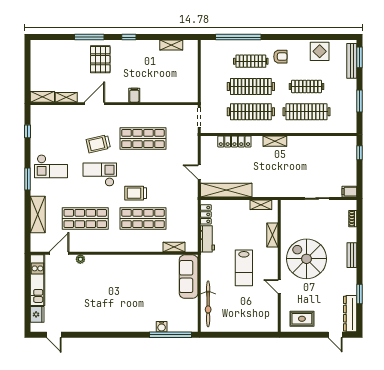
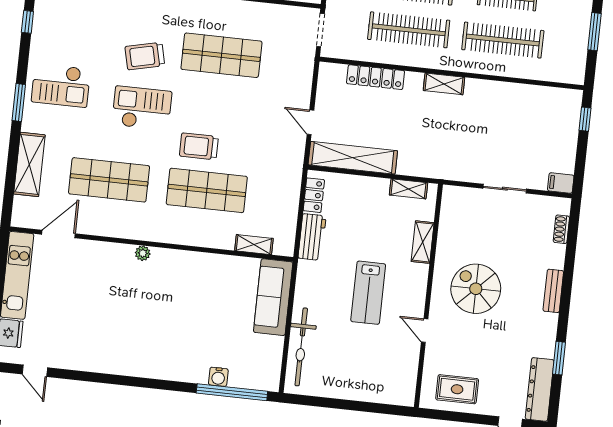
plant: (80, 259) -> (143, 253), moved
spiral stairs: (306, 259) -> (476, 289), width x0.73, depth x0.73

